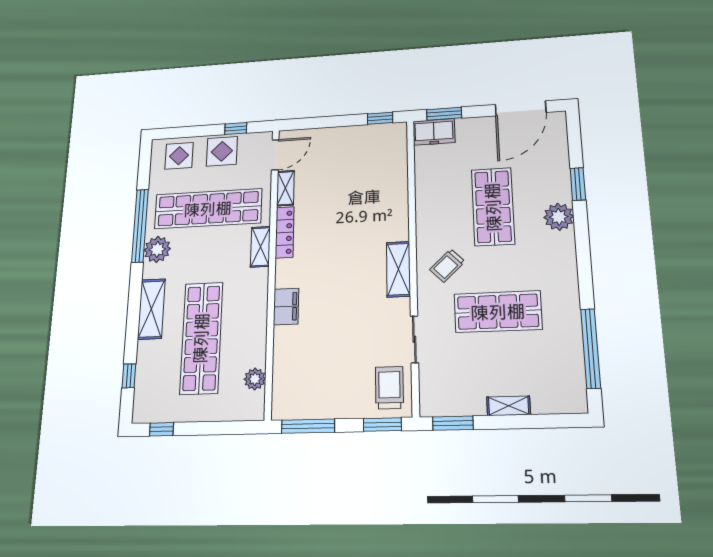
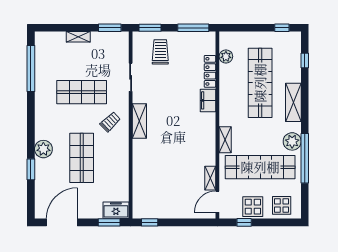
locker: (285, 232) -> (210, 71), moved
trolley: (389, 388) -> (160, 52), moved, turned 180

